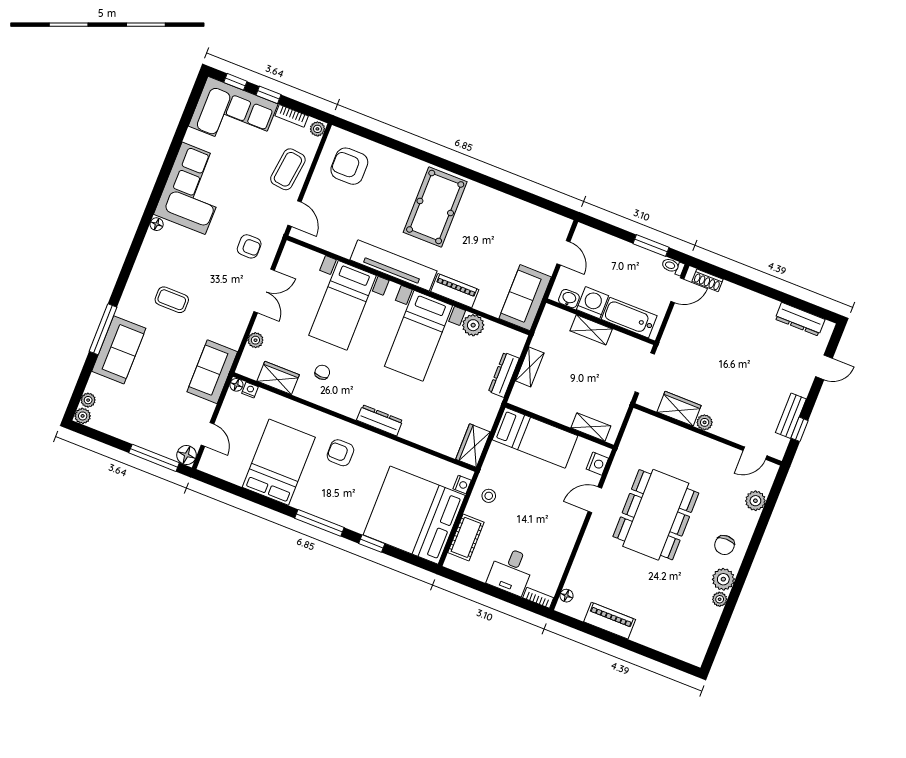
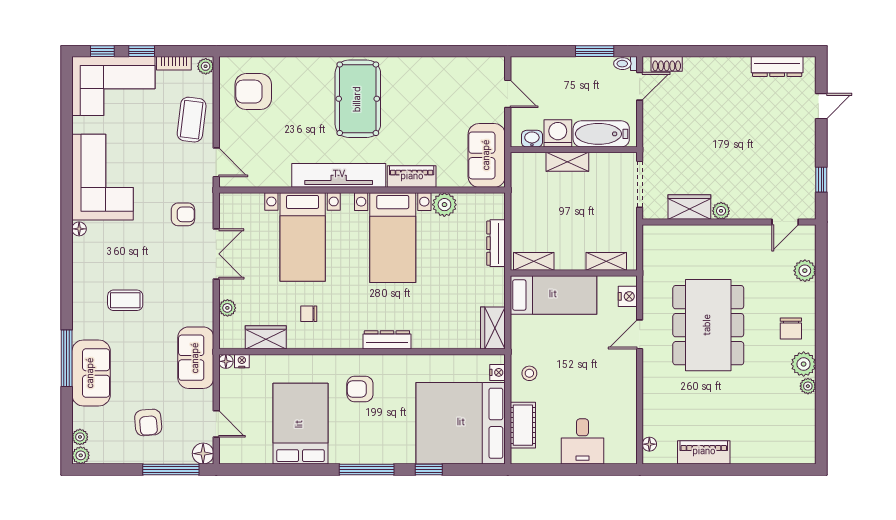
shelving: (530, 367) -> (534, 261), moved, turned 90
chair: (322, 372) -> (309, 314), turned -90
armchair: (151, 411) -> (148, 422), added
bench: (791, 416) -> (807, 169), removed
bookcase: (538, 598) -> (621, 458), removed

